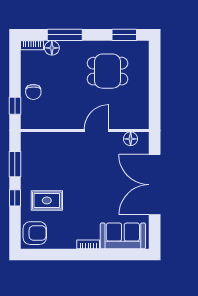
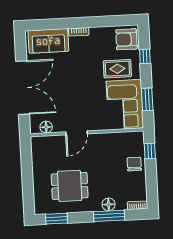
floor lamp: (52, 48) -> (109, 204), moved
corner sofa: (40, 160) -> (125, 105), added
window: (15, 198) -> (145, 56), moved

